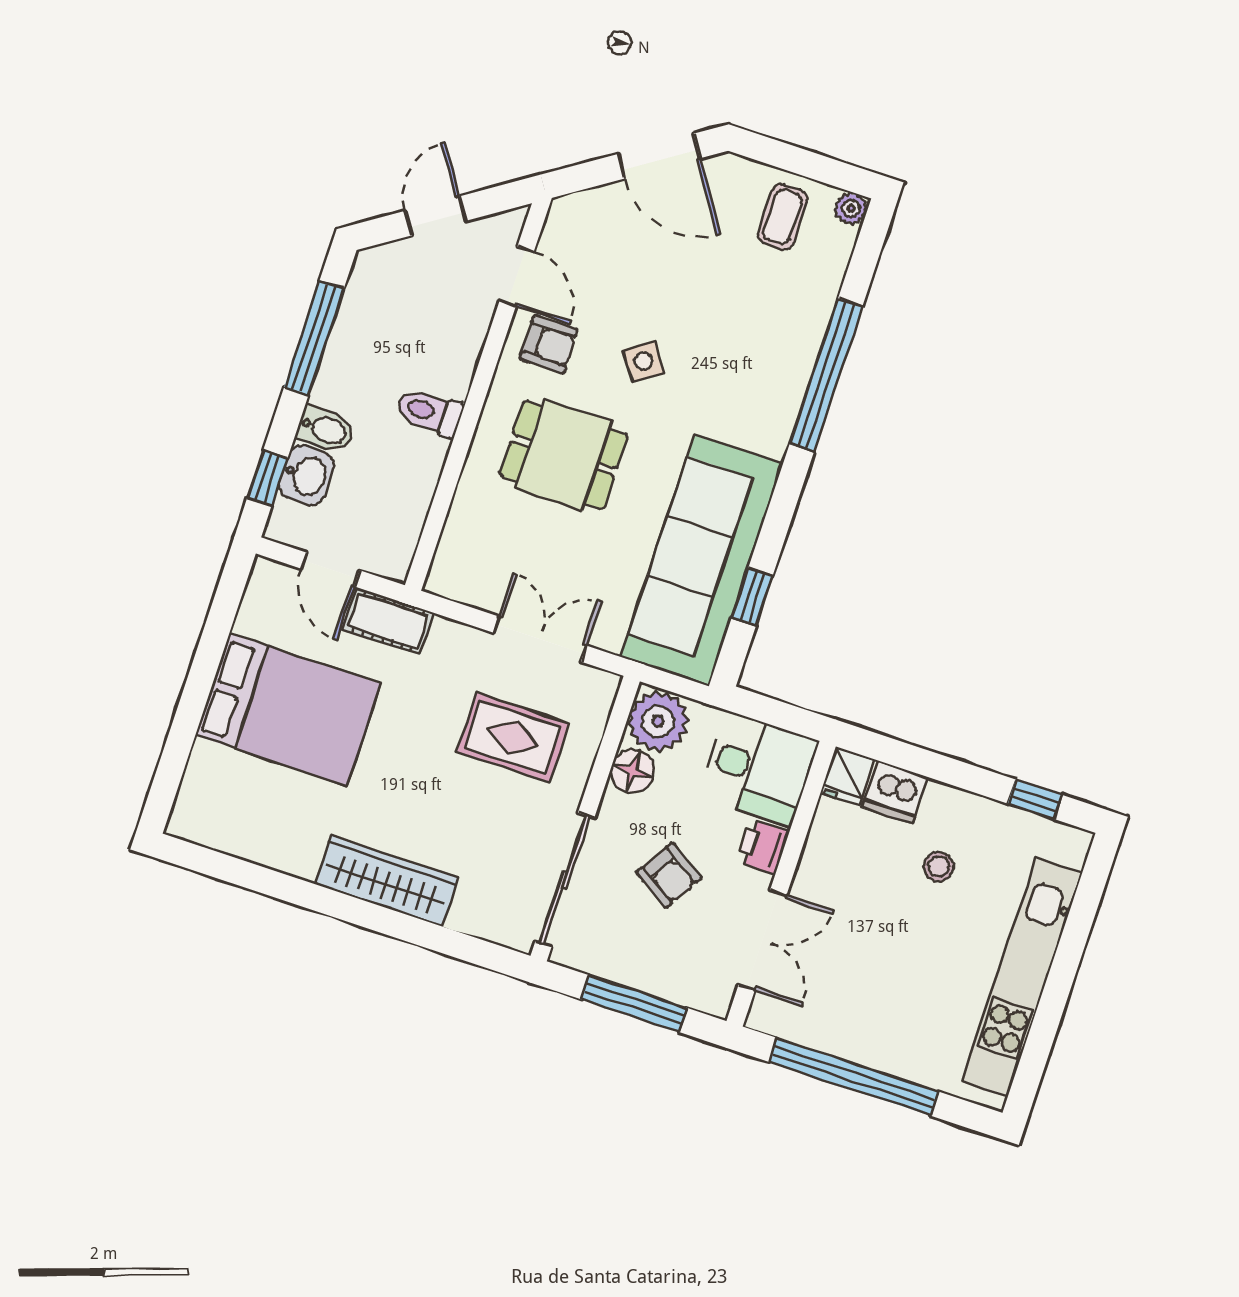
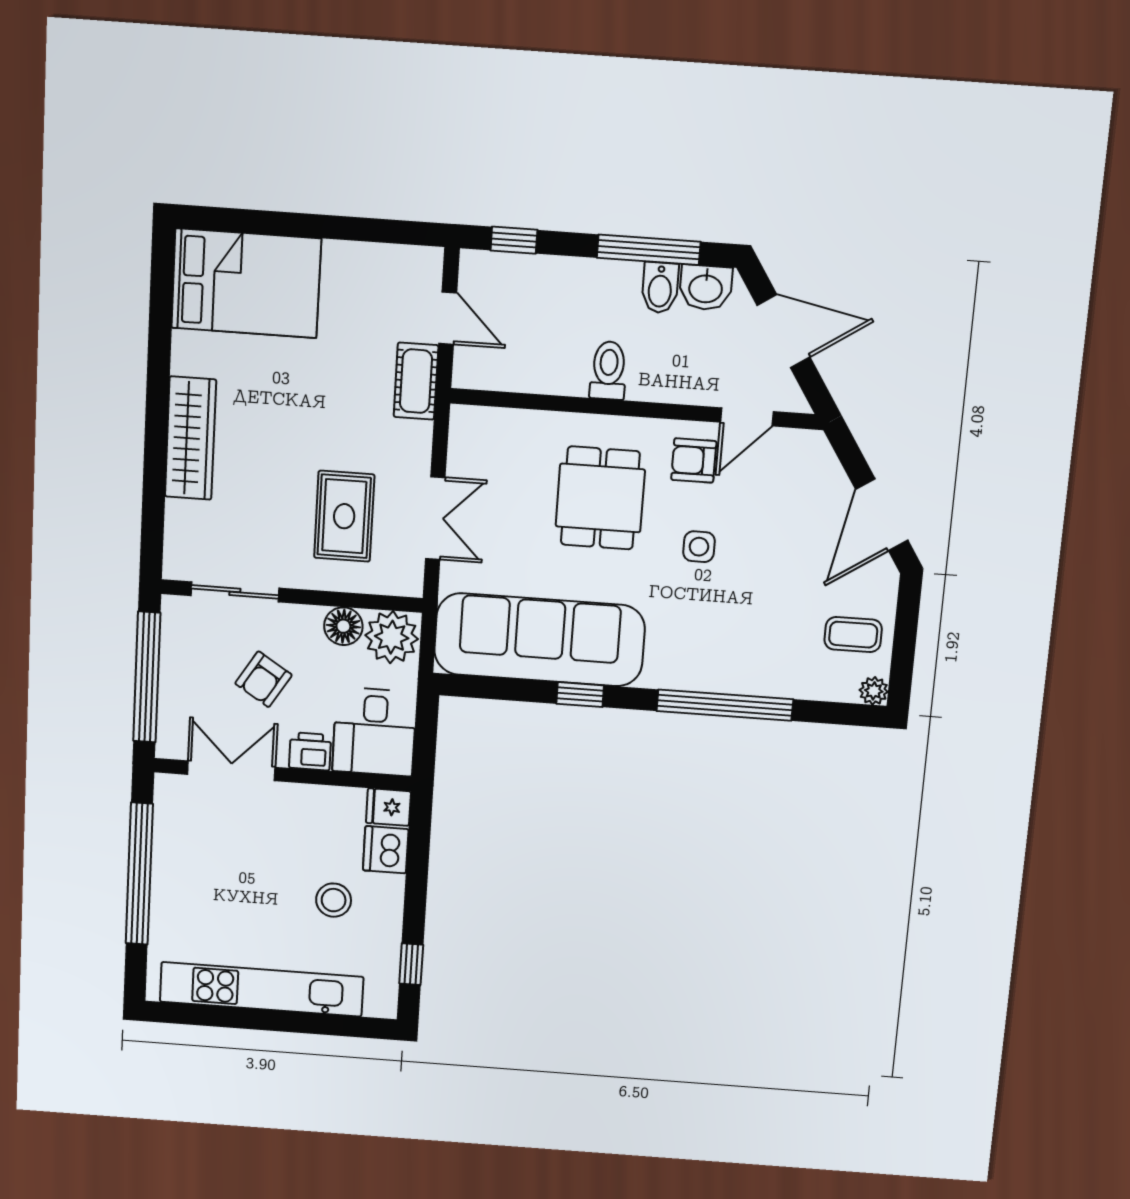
door: (436, 216) -> (784, 331), width x1.38
armchair: (549, 344) -> (694, 460), turned 90
side table: (644, 361) -> (699, 547), turned 35
bidet: (325, 429) -> (660, 288), moved
washbasin: (306, 475) -> (706, 288), moved
door: (330, 569) -> (448, 318), swing flipped
window: (752, 597) -> (580, 695), moved
bed: (288, 709) -> (246, 283), moved, turned -90
stool: (939, 867) -> (334, 900), width x1.37, depth x1.37
sliding door: (565, 880) -> (235, 592), width x0.73
double door: (762, 940) -> (231, 771), swing flipped
window: (634, 1004) -> (147, 677), width x1.46

